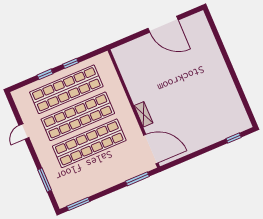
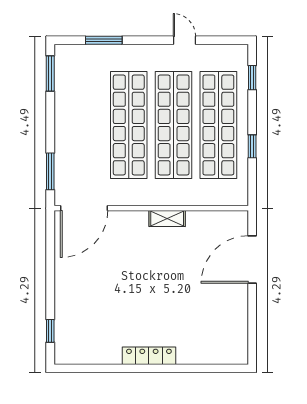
door: (163, 24) -> (252, 259), moved
locker: (223, 72) -> (149, 356), added
window: (45, 74) -> (252, 78), moved
shelving: (144, 114) -> (167, 219), moved

